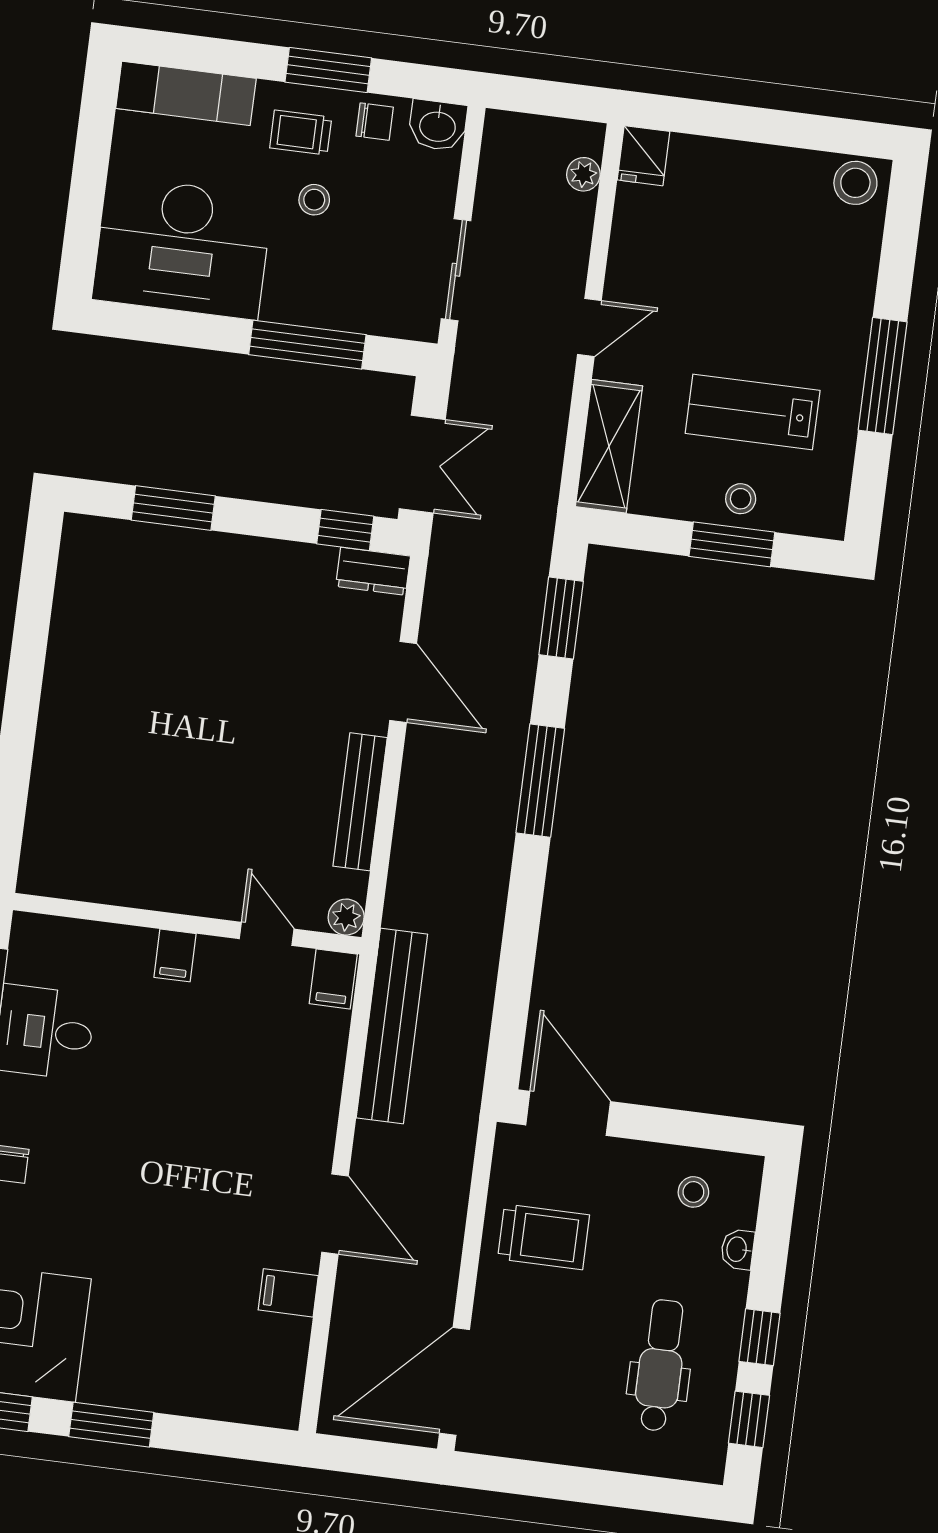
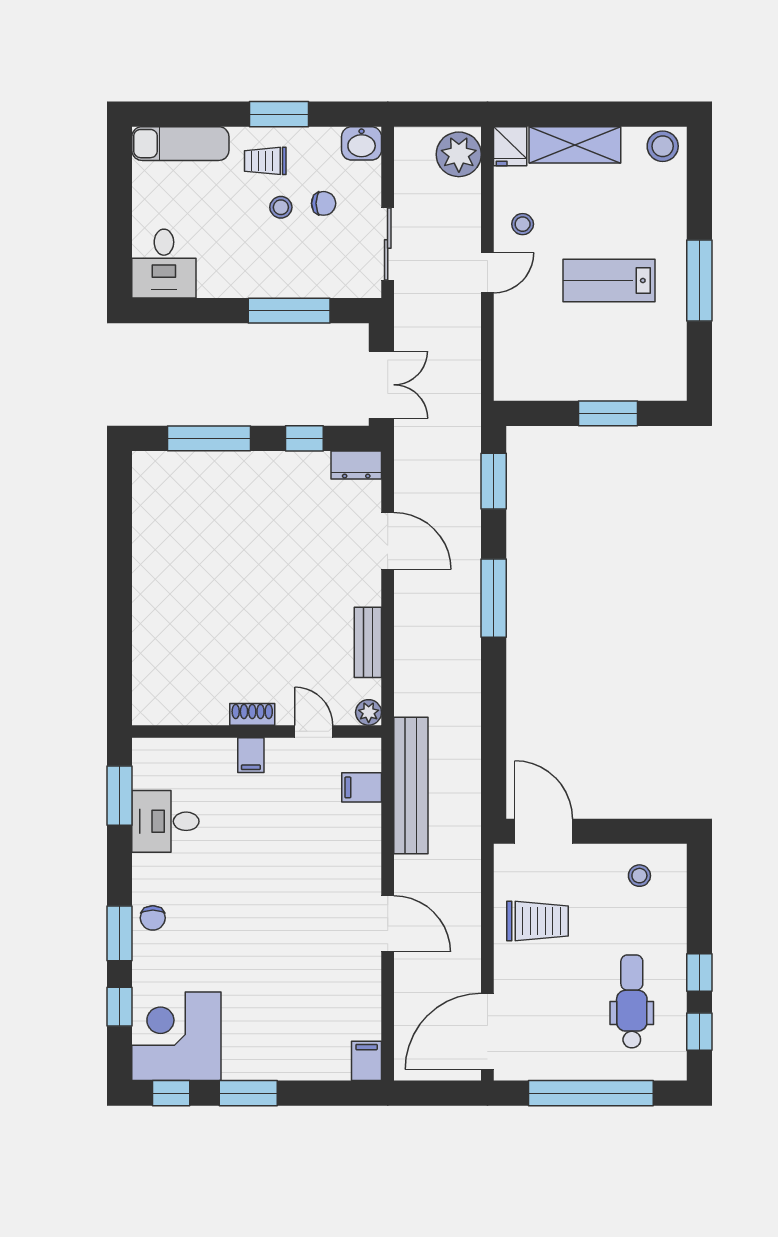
chair: (375, 122) -> (324, 203), moved
plant: (583, 174) -> (459, 154), width x1.88, depth x1.88
desk: (182, 248) -> (164, 264), width x0.53, depth x0.77
lab bench: (753, 412) -> (609, 280), moved
shelving: (609, 446) -> (575, 145), moved, turned 90
stool: (741, 499) -> (523, 224), moved
window: (173, 508) -> (209, 438), width x1.44
window: (345, 530) -> (304, 438), moved
bench: (360, 802) -> (368, 642), width x0.73
shoe rack: (184, 899) -> (252, 714), added
filing cabinet: (333, 979) -> (362, 787), moved, turned 90
washbasin: (737, 1249) -> (676, 912), removed
filing cabinet: (288, 1293) -> (367, 1061), moved, turned 90
window: (587, 1486) -> (591, 1093), added

